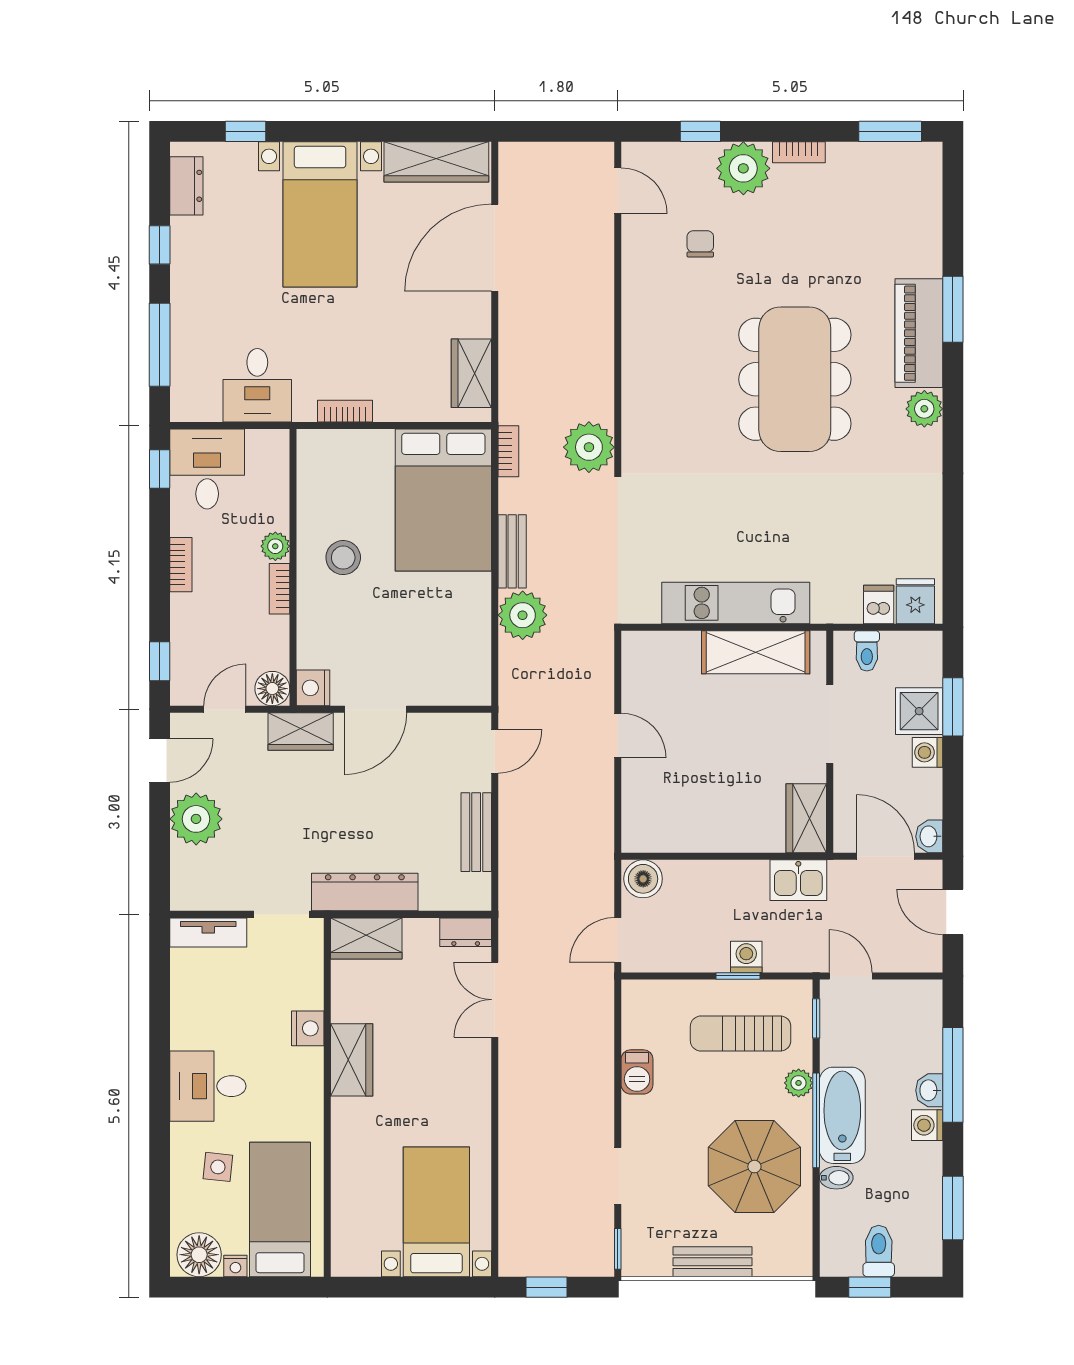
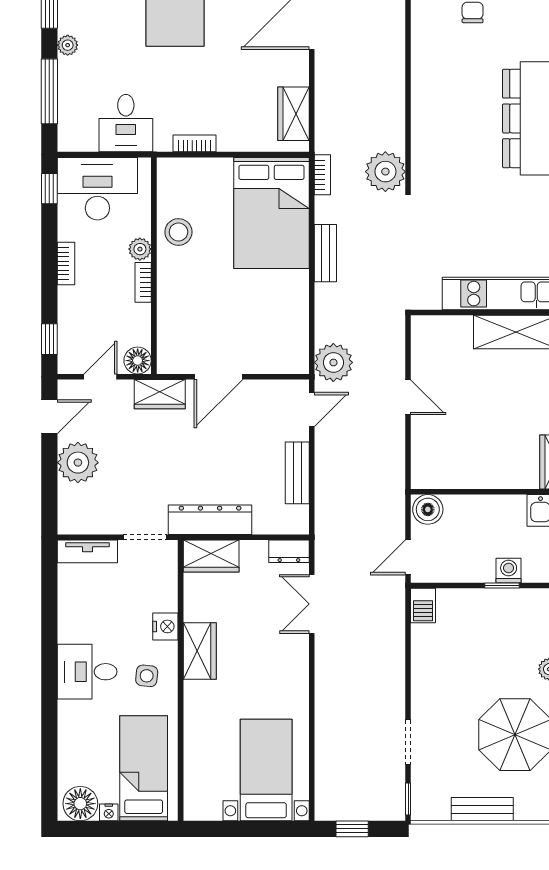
plant: (183, 286) -> (68, 45), added
desk: (207, 469) -> (97, 189), width x1.37
stool: (343, 558) -> (178, 232), moved
plant: (523, 615) -> (333, 362), moved
nightstand: (313, 688) -> (169, 360), removed
sun lounger: (741, 1034) -> (504, 630), removed
barbecue: (637, 1072) -> (423, 606), moved
side table: (218, 1167) -> (147, 676), moved

